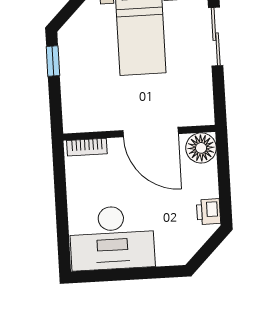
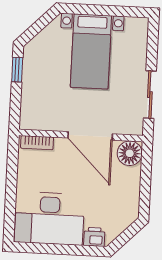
sliding door: (216, 37) -> (150, 95), moved
printer: (209, 212) -> (94, 237), moved, turned 90

